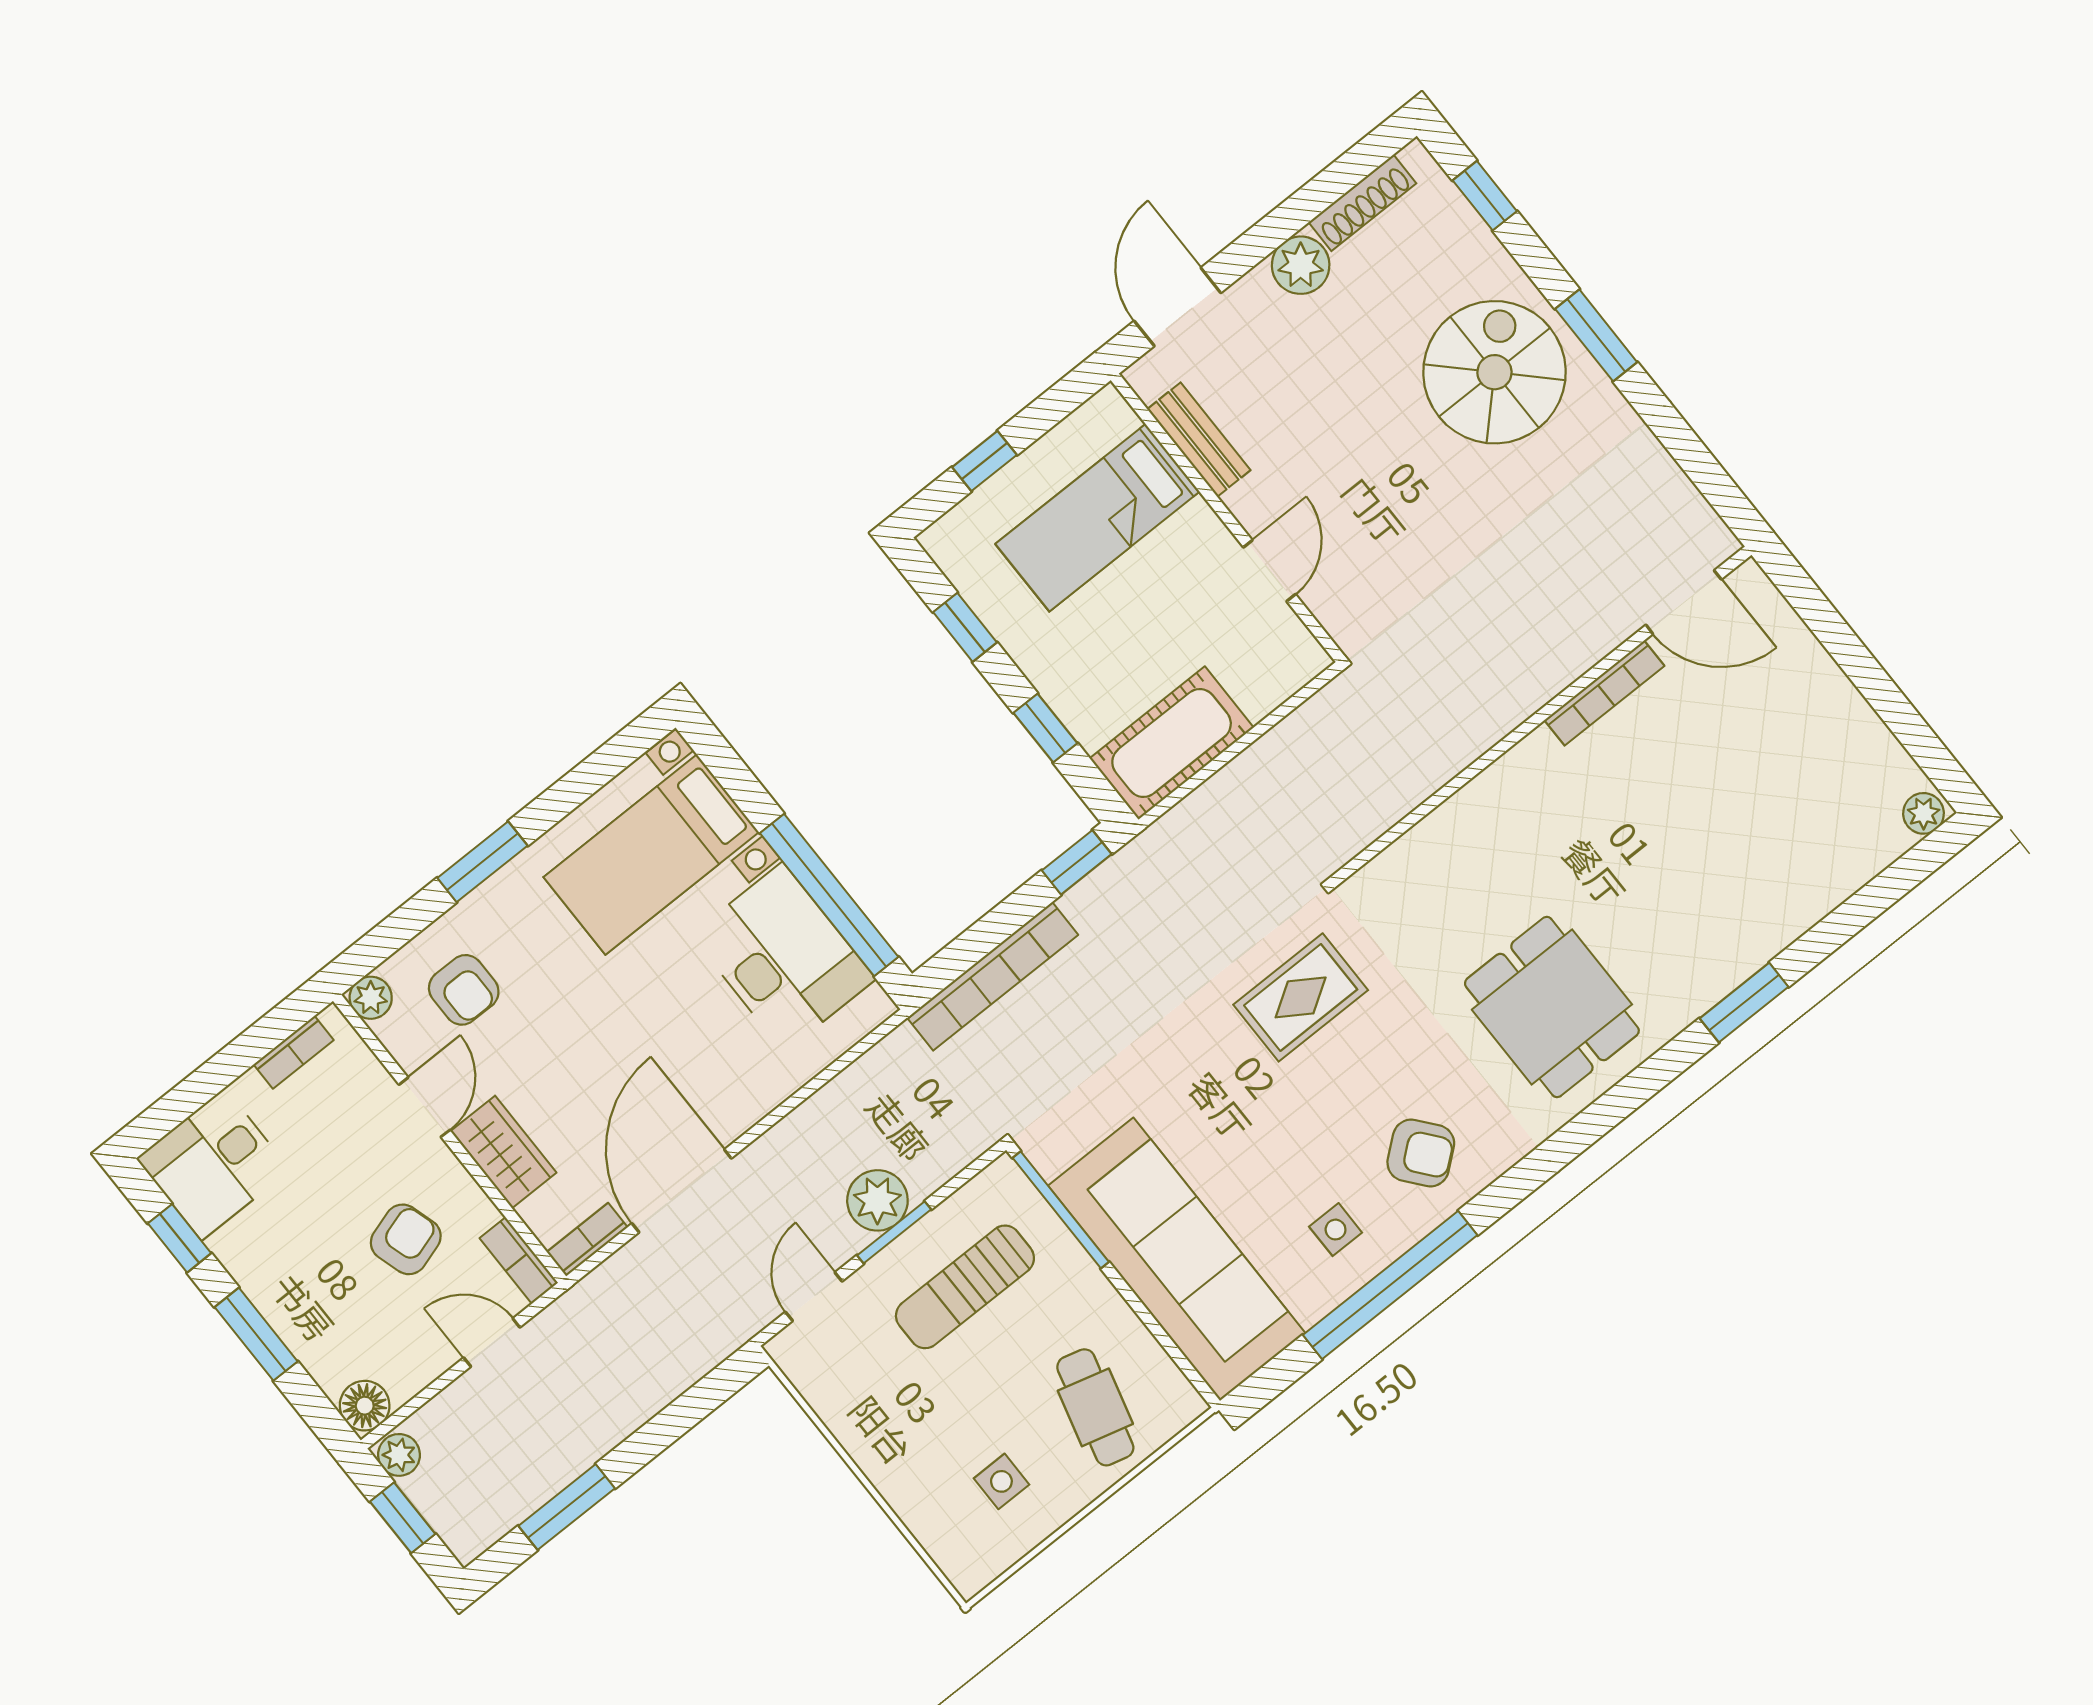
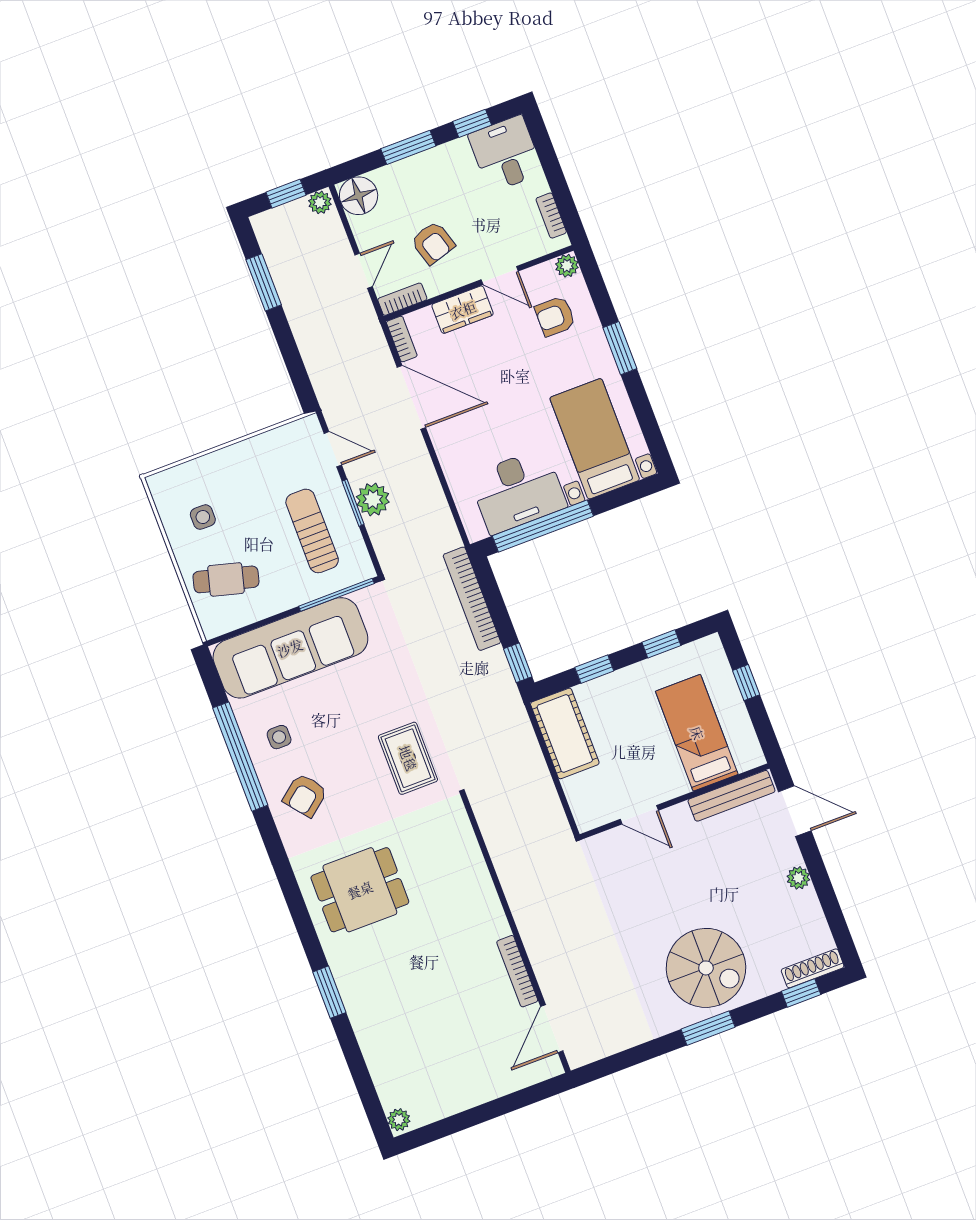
shoe rack: (1362, 203) -> (813, 968), moved, turned 90
plant: (1301, 265) -> (798, 878), width x0.73, depth x0.73
bench: (1199, 440) -> (731, 796), width x1.36
floor lamp: (365, 1406) -> (359, 196), width x1.38, depth x1.38

